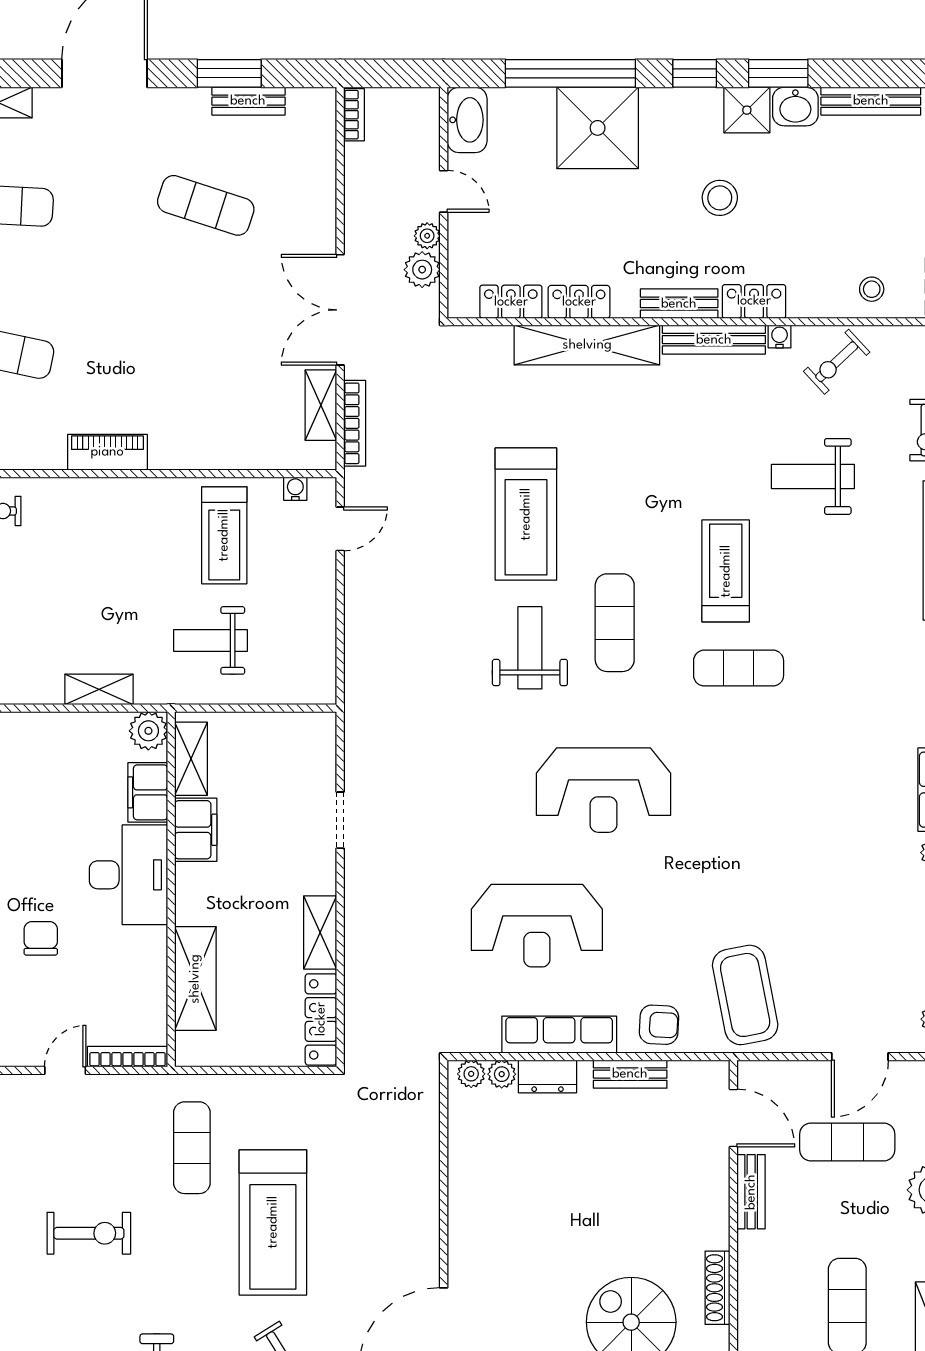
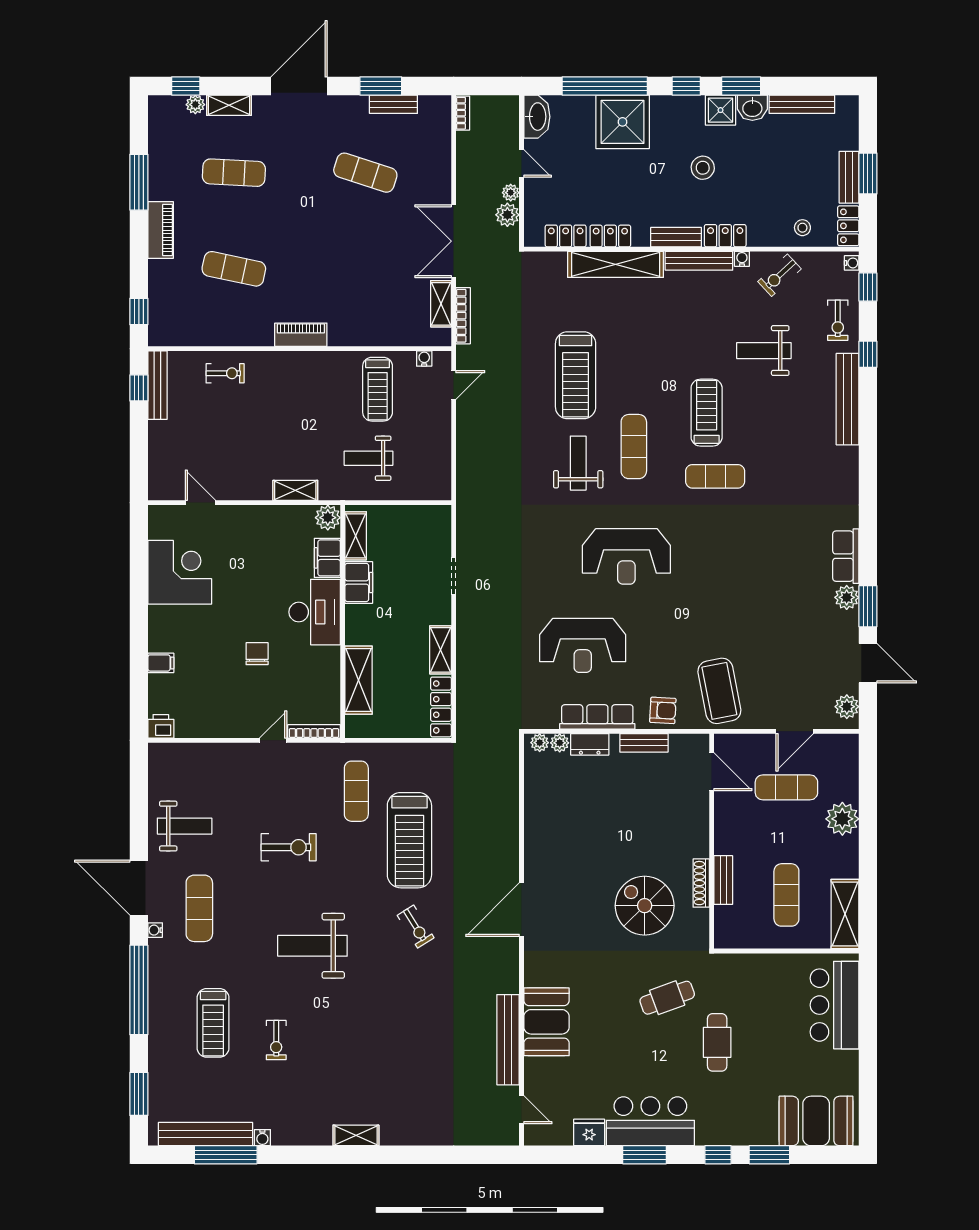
bench: (751, 1192) -> (723, 880), moved

